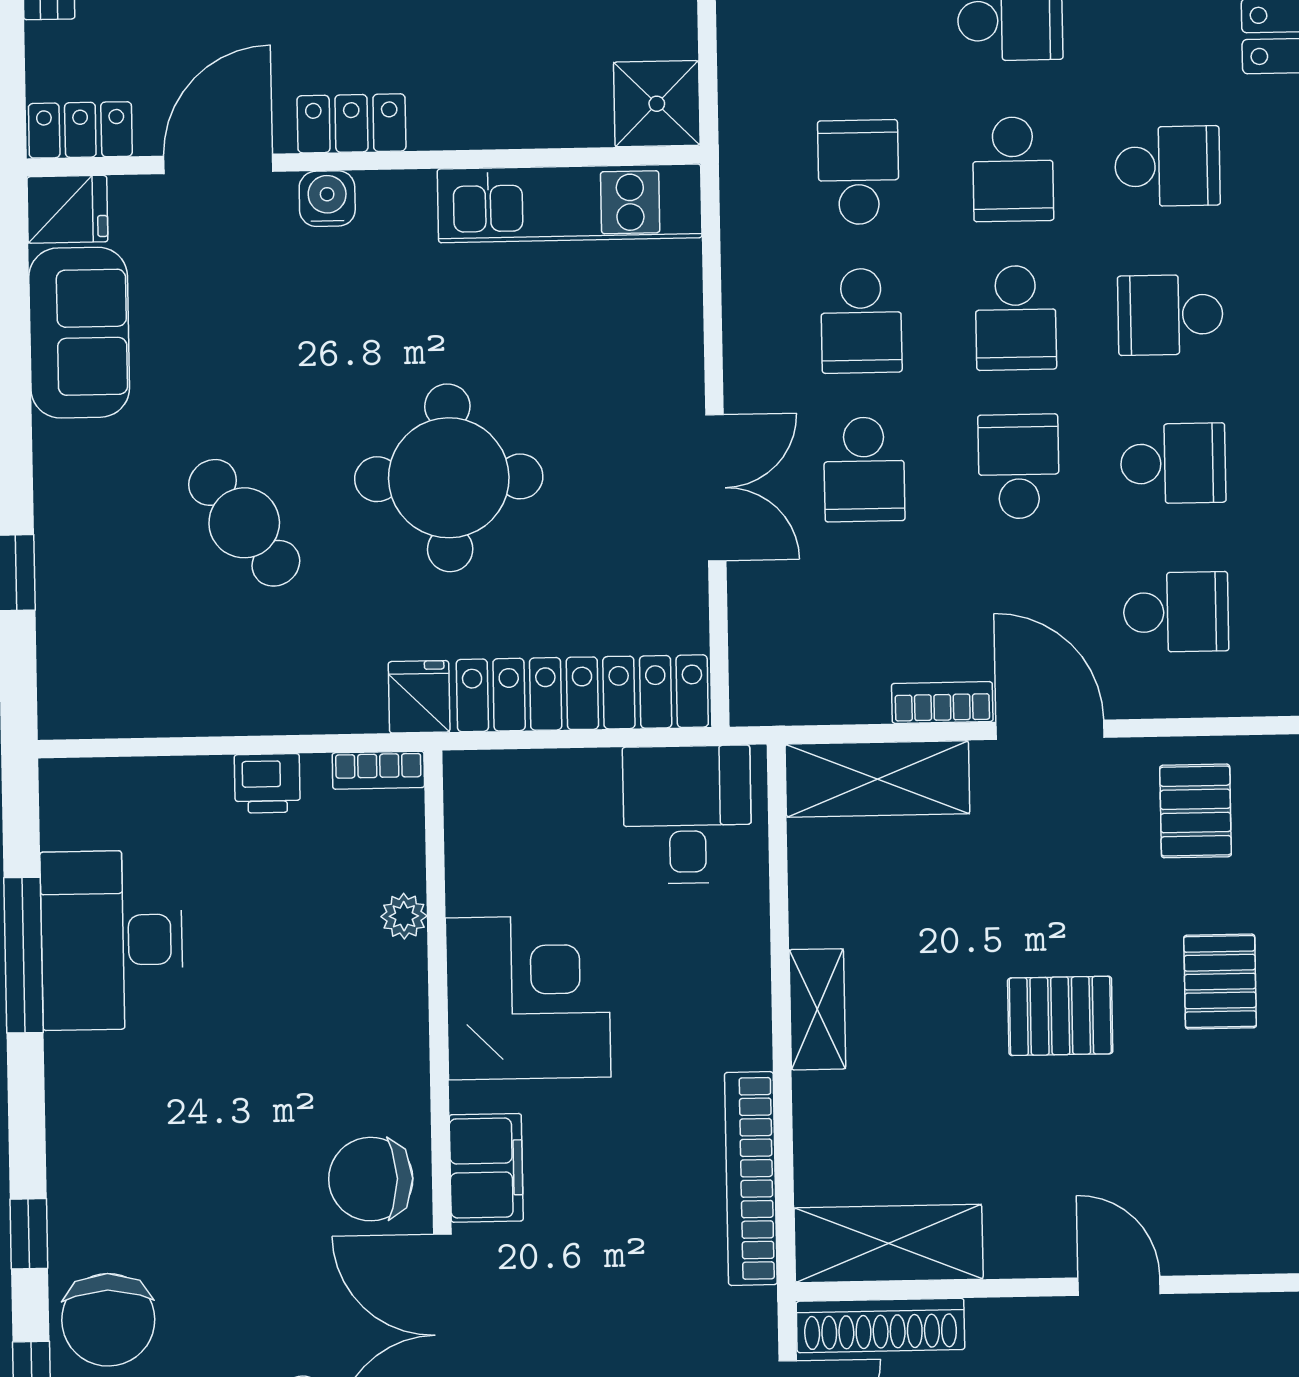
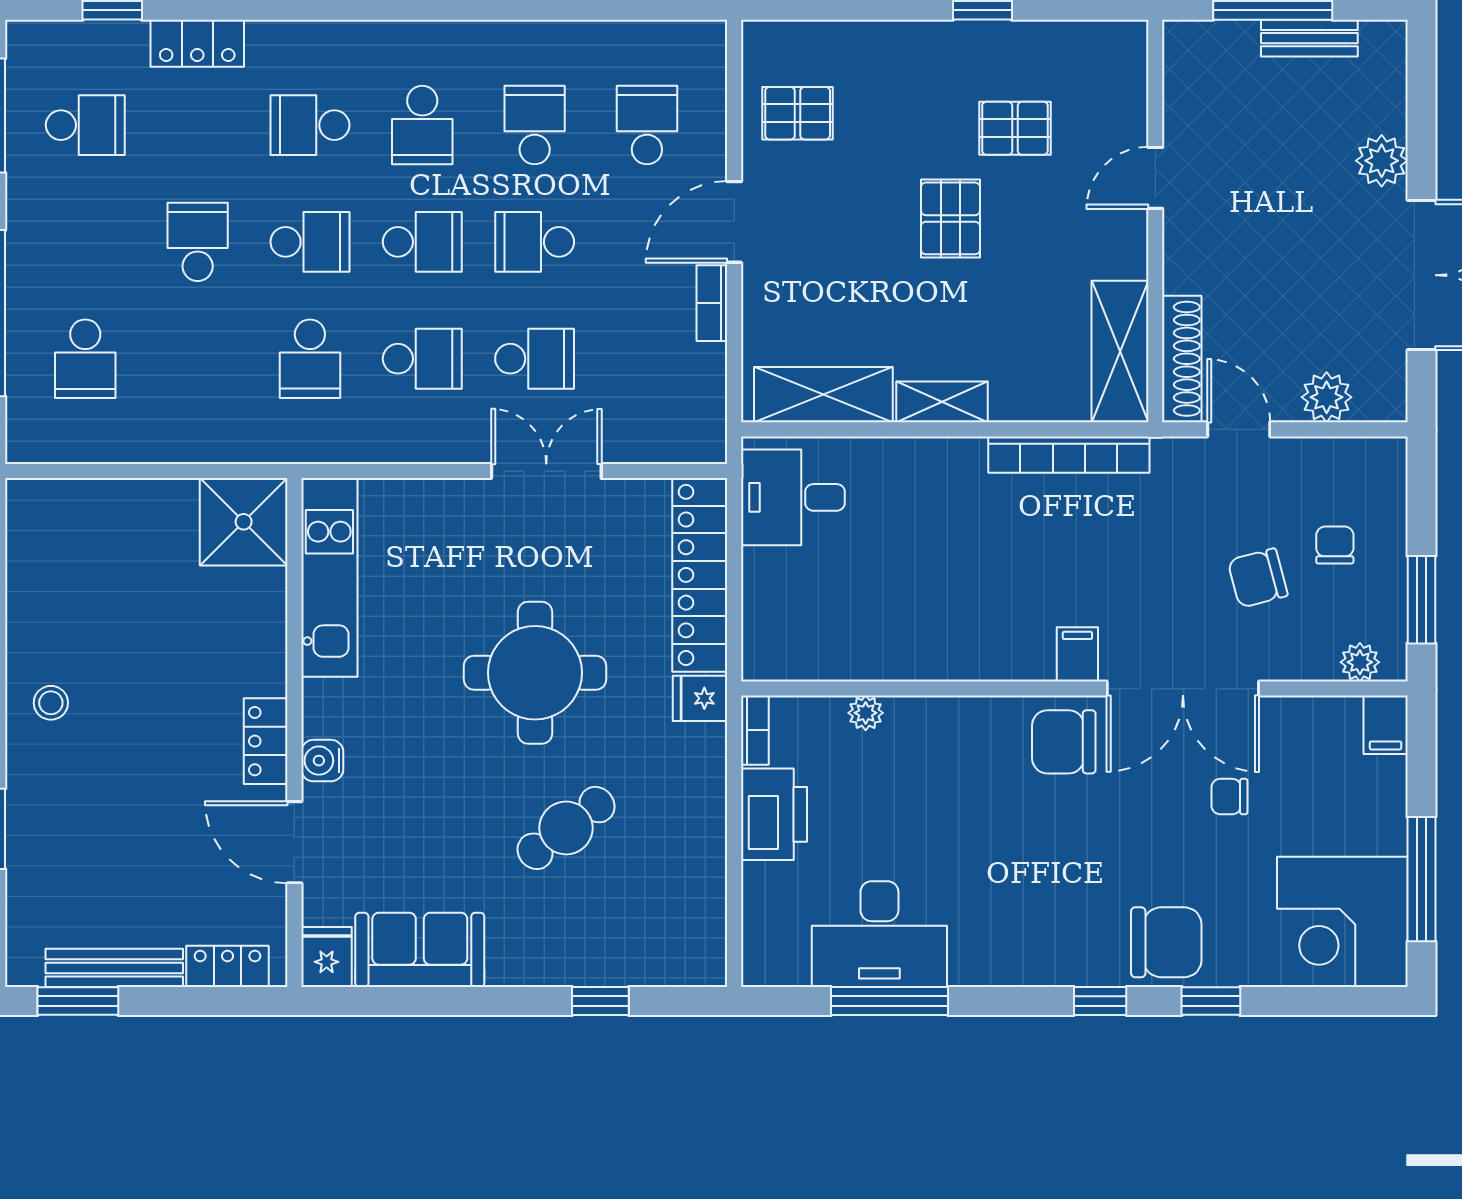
shower: (657, 104) -> (244, 522), width x1.36, depth x1.36
locker: (80, 130) -> (228, 966), moved, turned 90
school desk: (1167, 166) -> (310, 125), turned -90
school desk: (858, 172) -> (310, 359), turned -90
shelving: (877, 779) -> (823, 395), moved, turned 90
printer: (267, 783) -> (774, 814), width x1.87, depth x1.48
pallet: (1220, 982) -> (1015, 128), moved
corner desk: (528, 997) -> (929, 620), removed
filing cabinet: (486, 1168) -> (1077, 654), width x0.50
chair: (371, 1179) -> (1064, 742), turned 90

